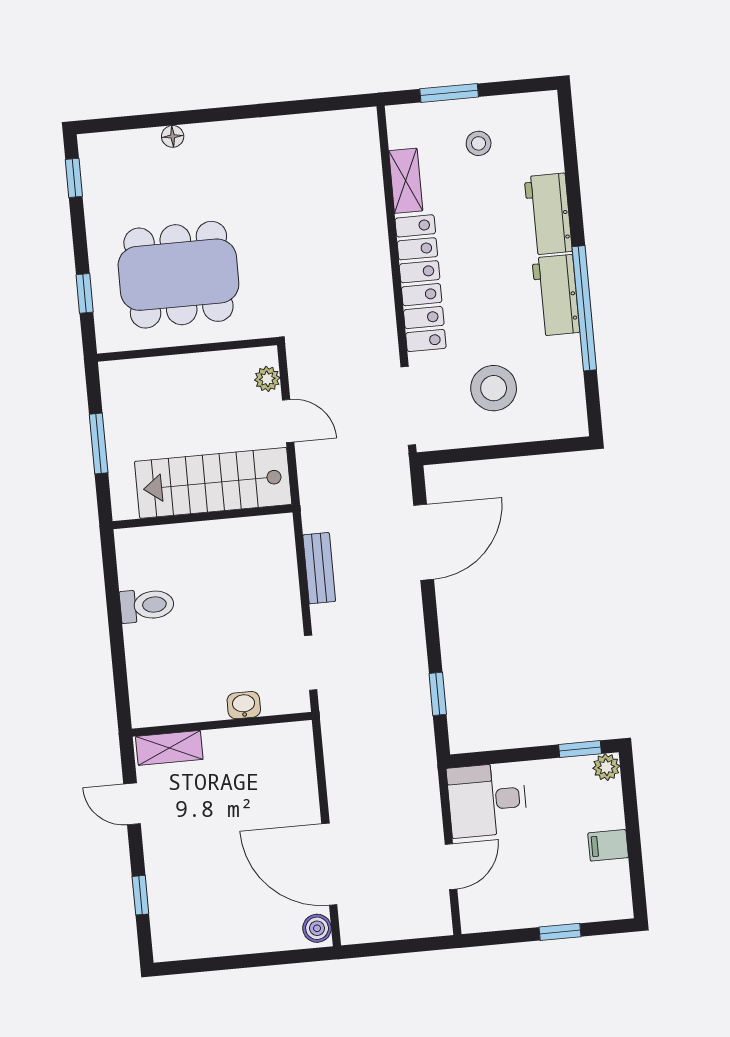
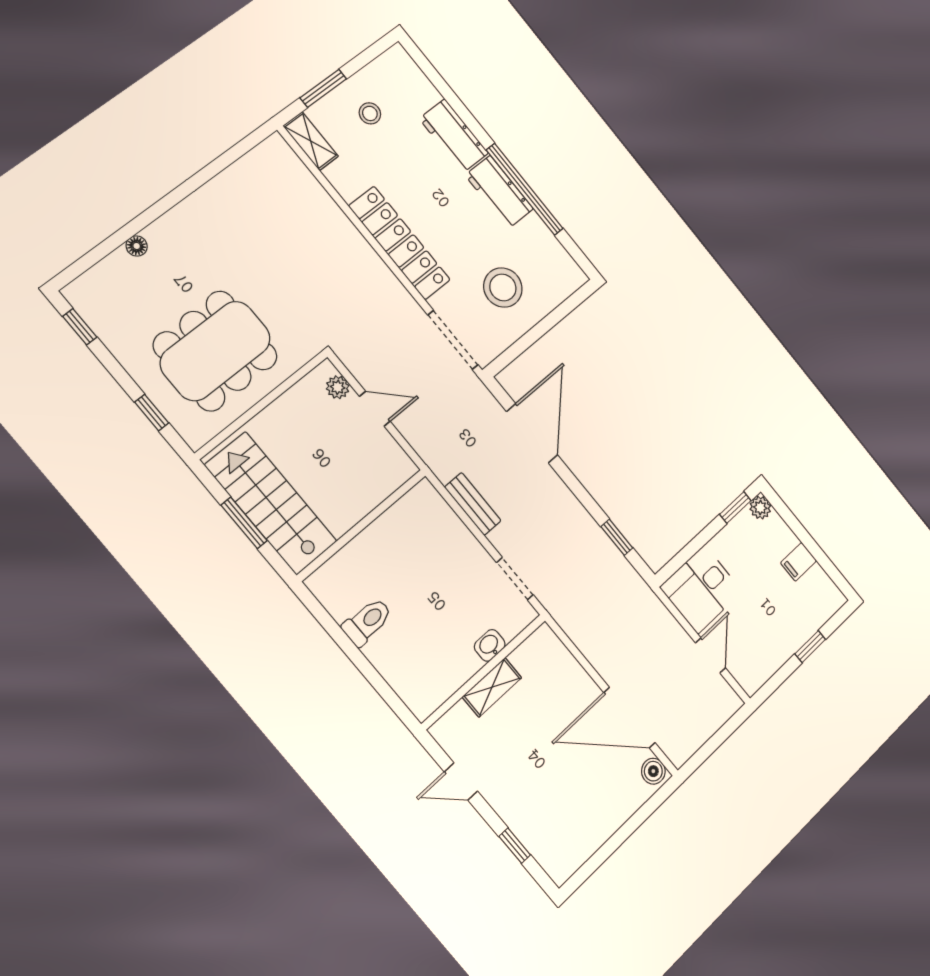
shelving: (406, 181) -> (311, 141), moved
stairs: (213, 483) -> (271, 503), moved, turned 90
shelving: (169, 748) -> (492, 687), moved

